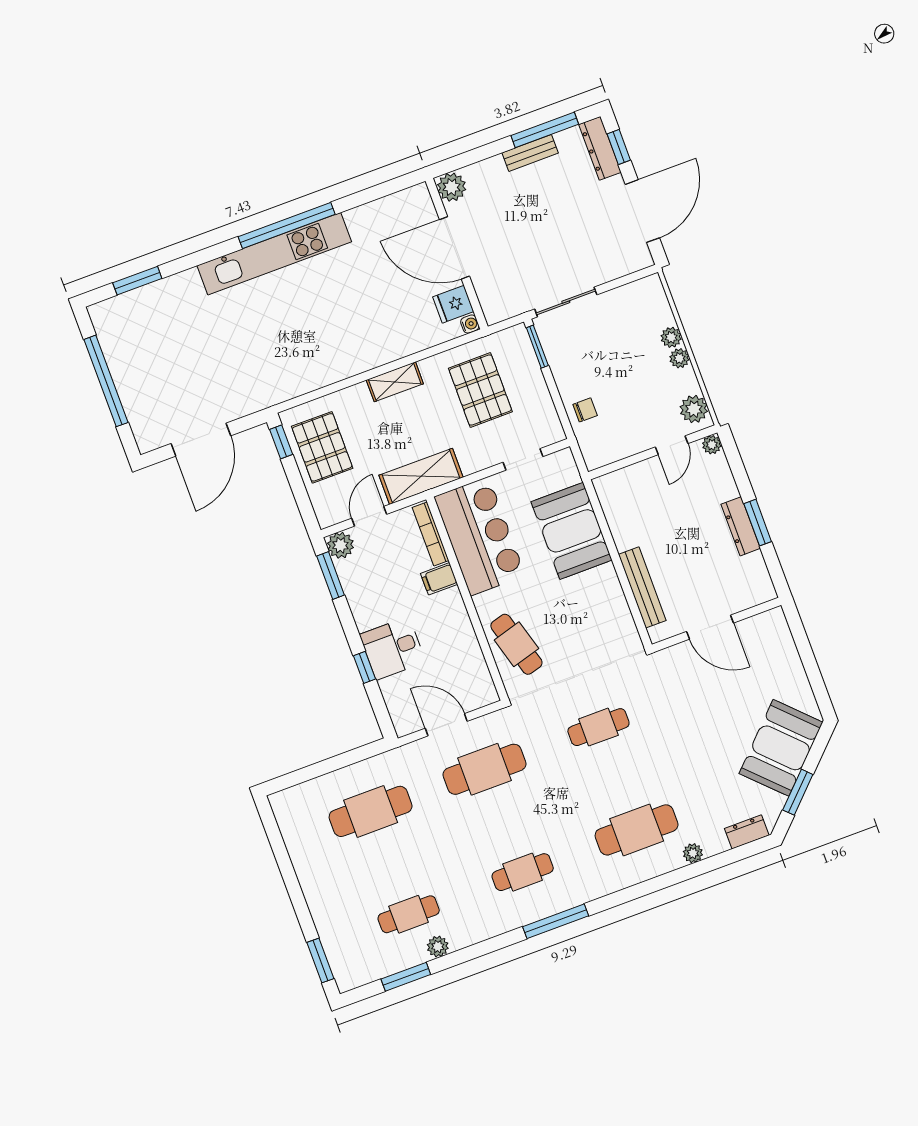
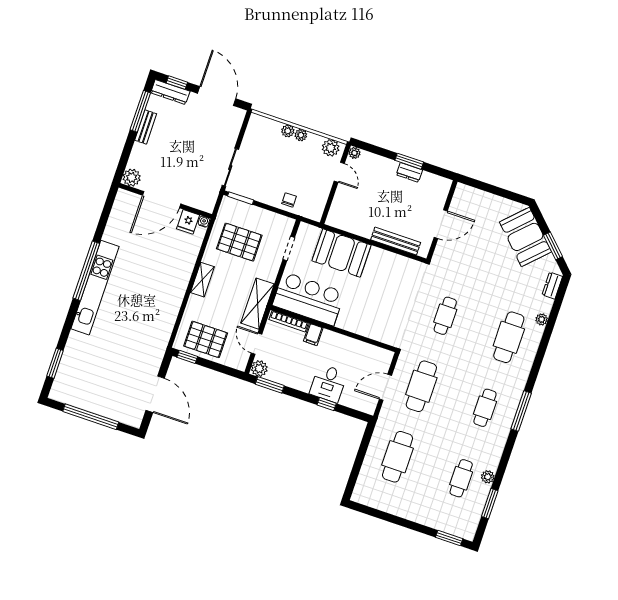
dresser: (741, 526) -> (409, 172), width x0.70
cafe table: (516, 644) -> (374, 323), removed

